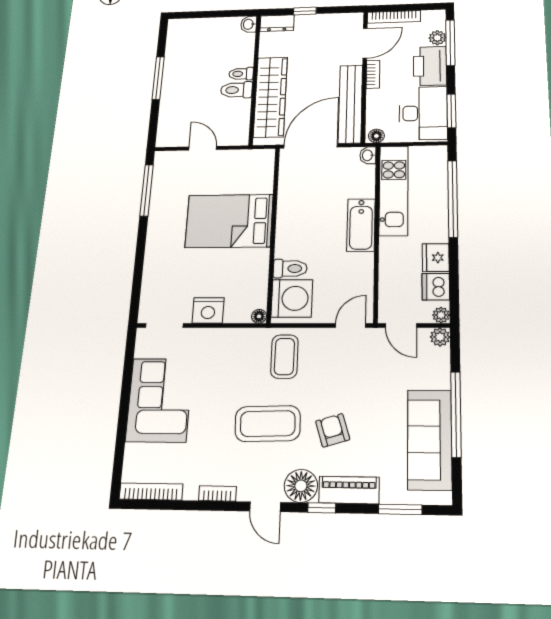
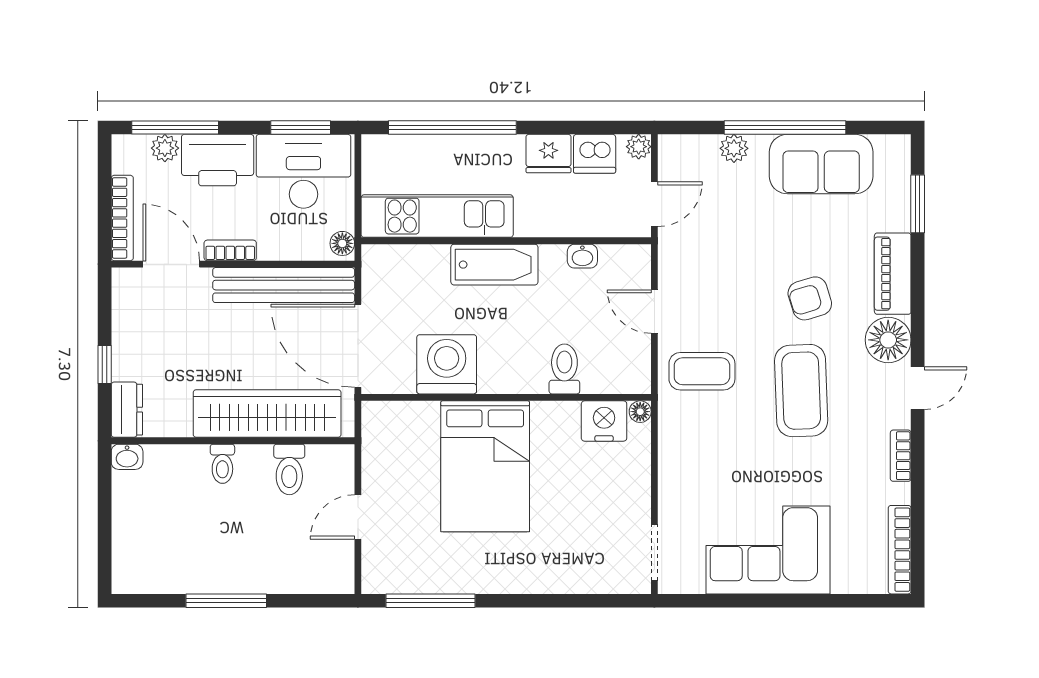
toilet: (236, 90) -> (289, 469), moved
washbasin: (368, 155) -> (582, 256), moved
washing machine: (292, 298) -> (447, 364), moved
nightstand: (208, 310) -> (604, 421), moved, turned -90
door: (351, 325) -> (654, 312), moved
plant: (440, 337) -> (734, 148), moved
sofa: (430, 440) -> (821, 164), width x0.73
window: (322, 508) -> (918, 310), removed

